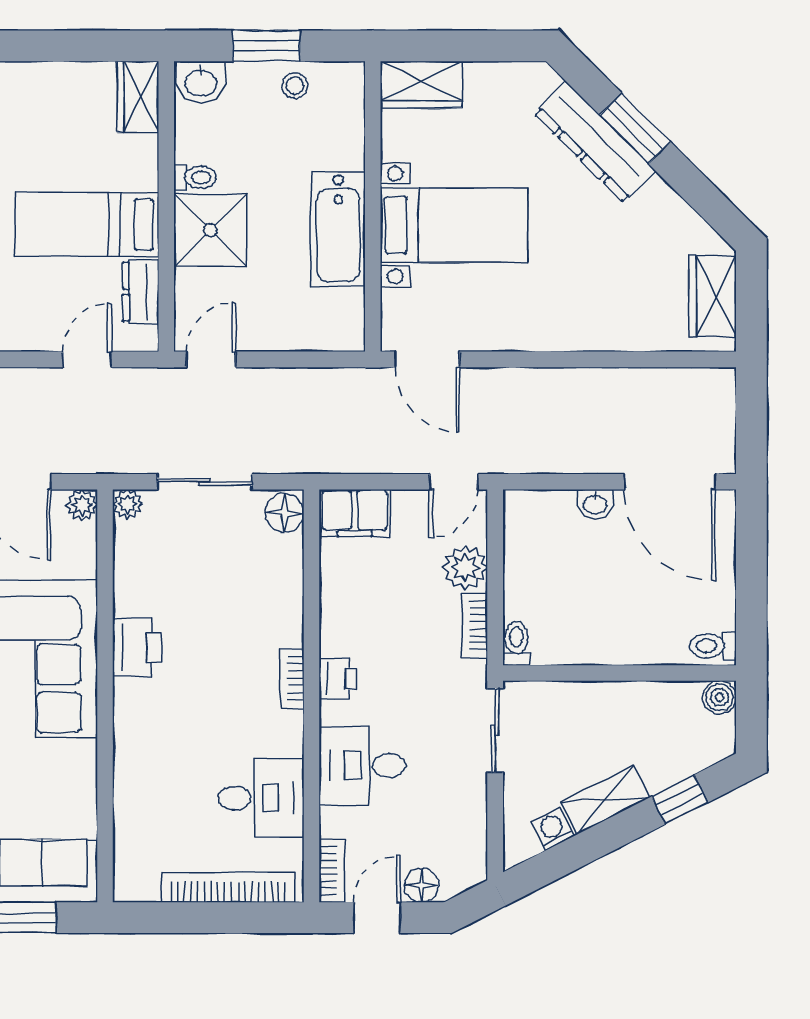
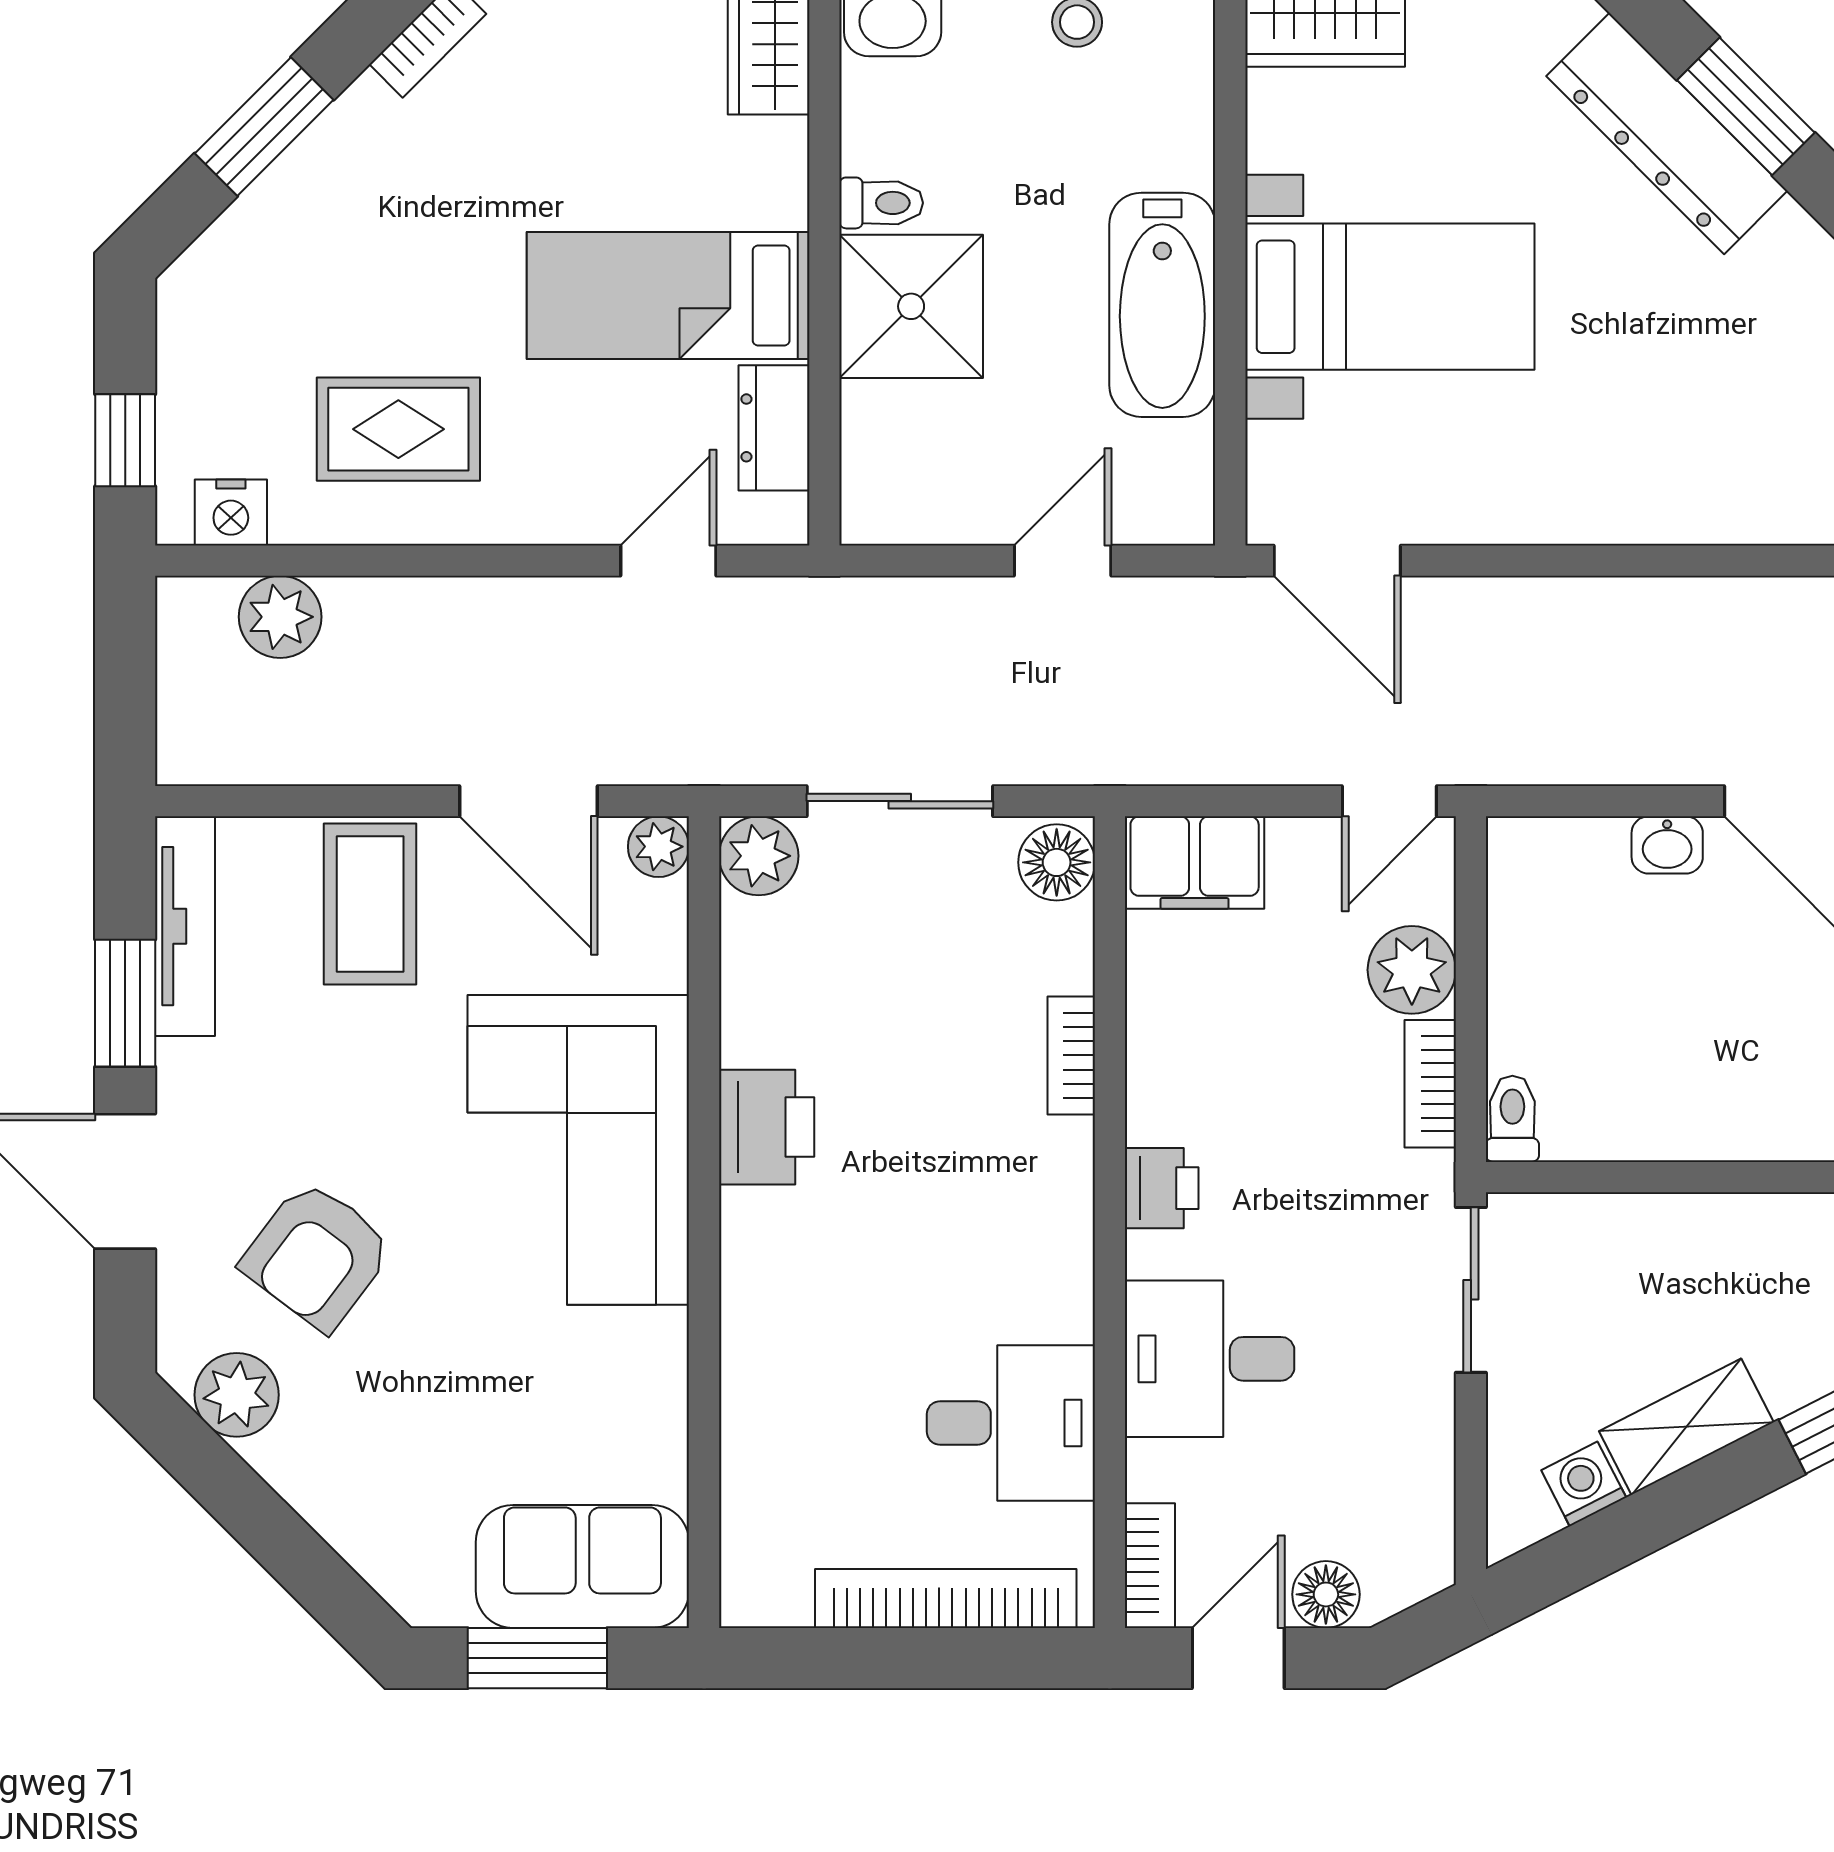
door: (211, 359) -> (1063, 561), moved
plant: (127, 504) -> (759, 856), width x1.38, depth x1.38
bookcase: (292, 678) -> (1071, 1055), moved

